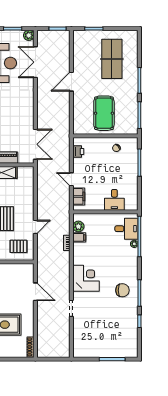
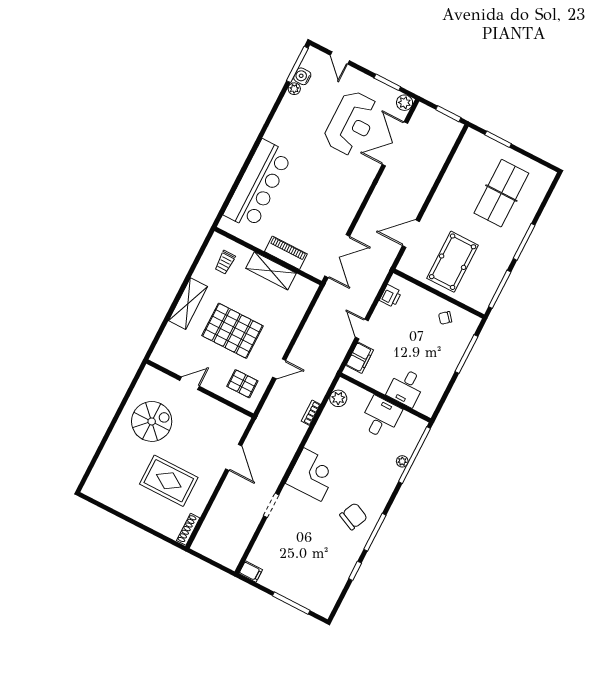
door: (71, 82) -> (411, 234), moved
desk: (126, 229) -> (381, 417), moved, turned -90
filing cabinet: (79, 237) -> (251, 572), moved
chair: (122, 290) -> (354, 516), turned -65

